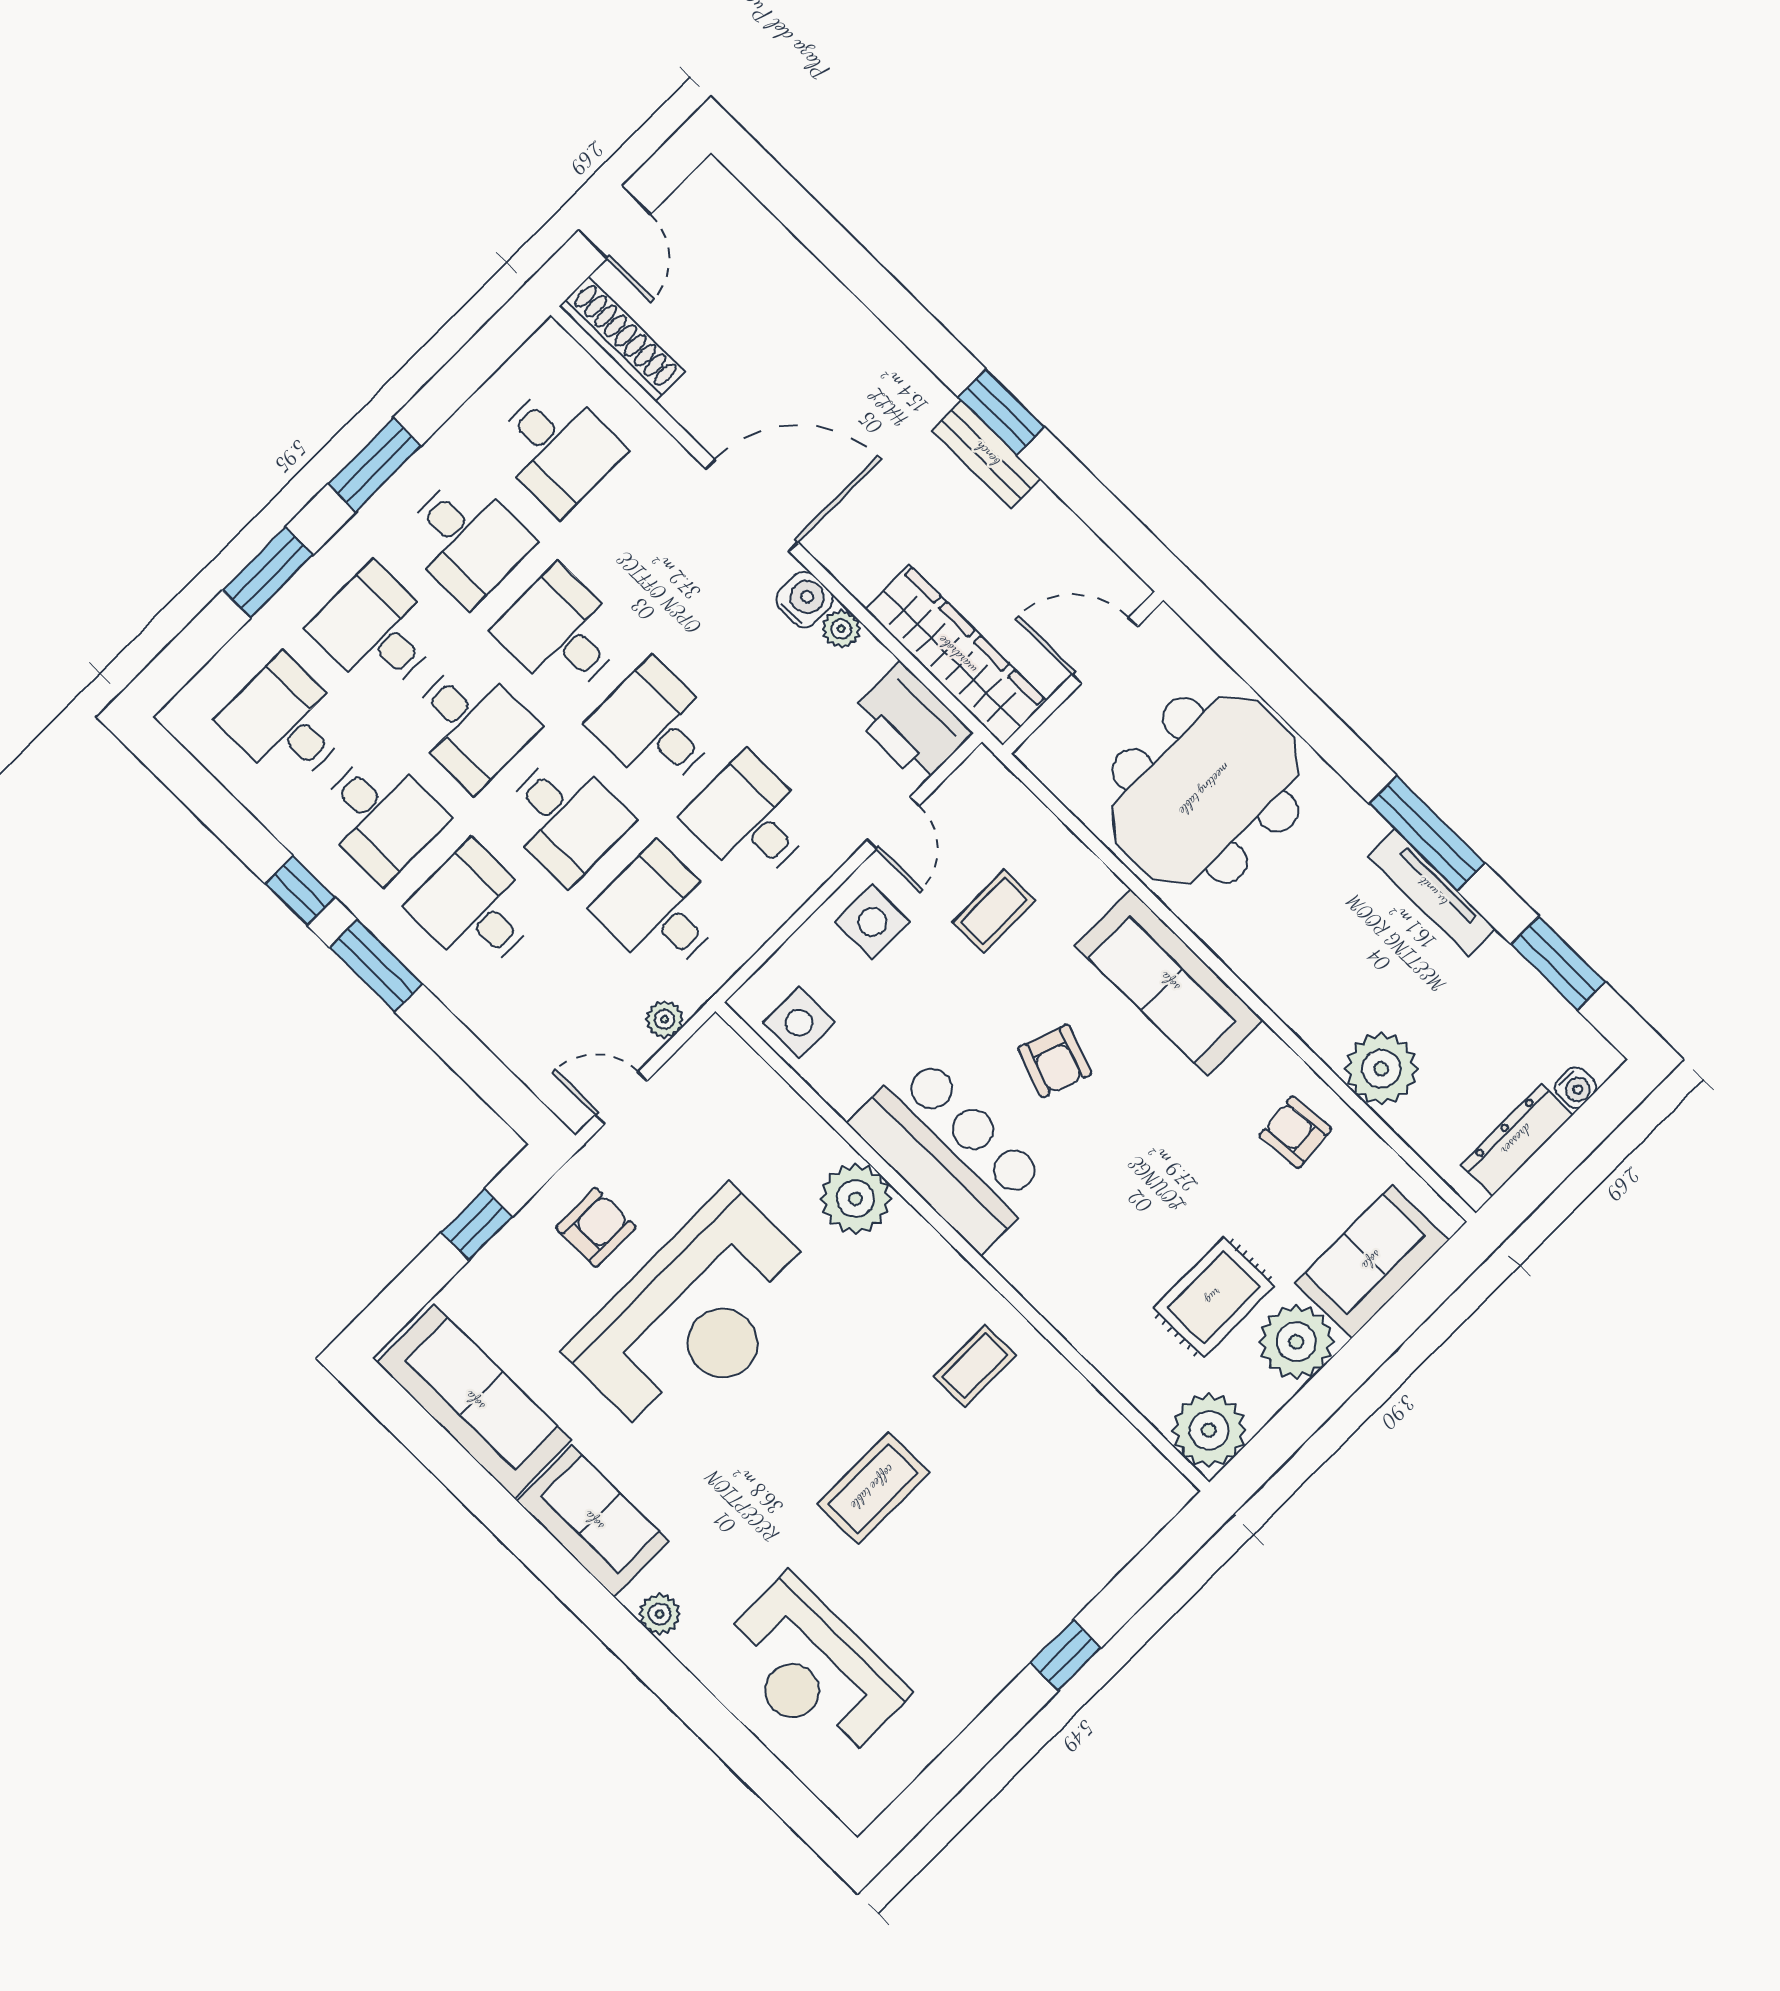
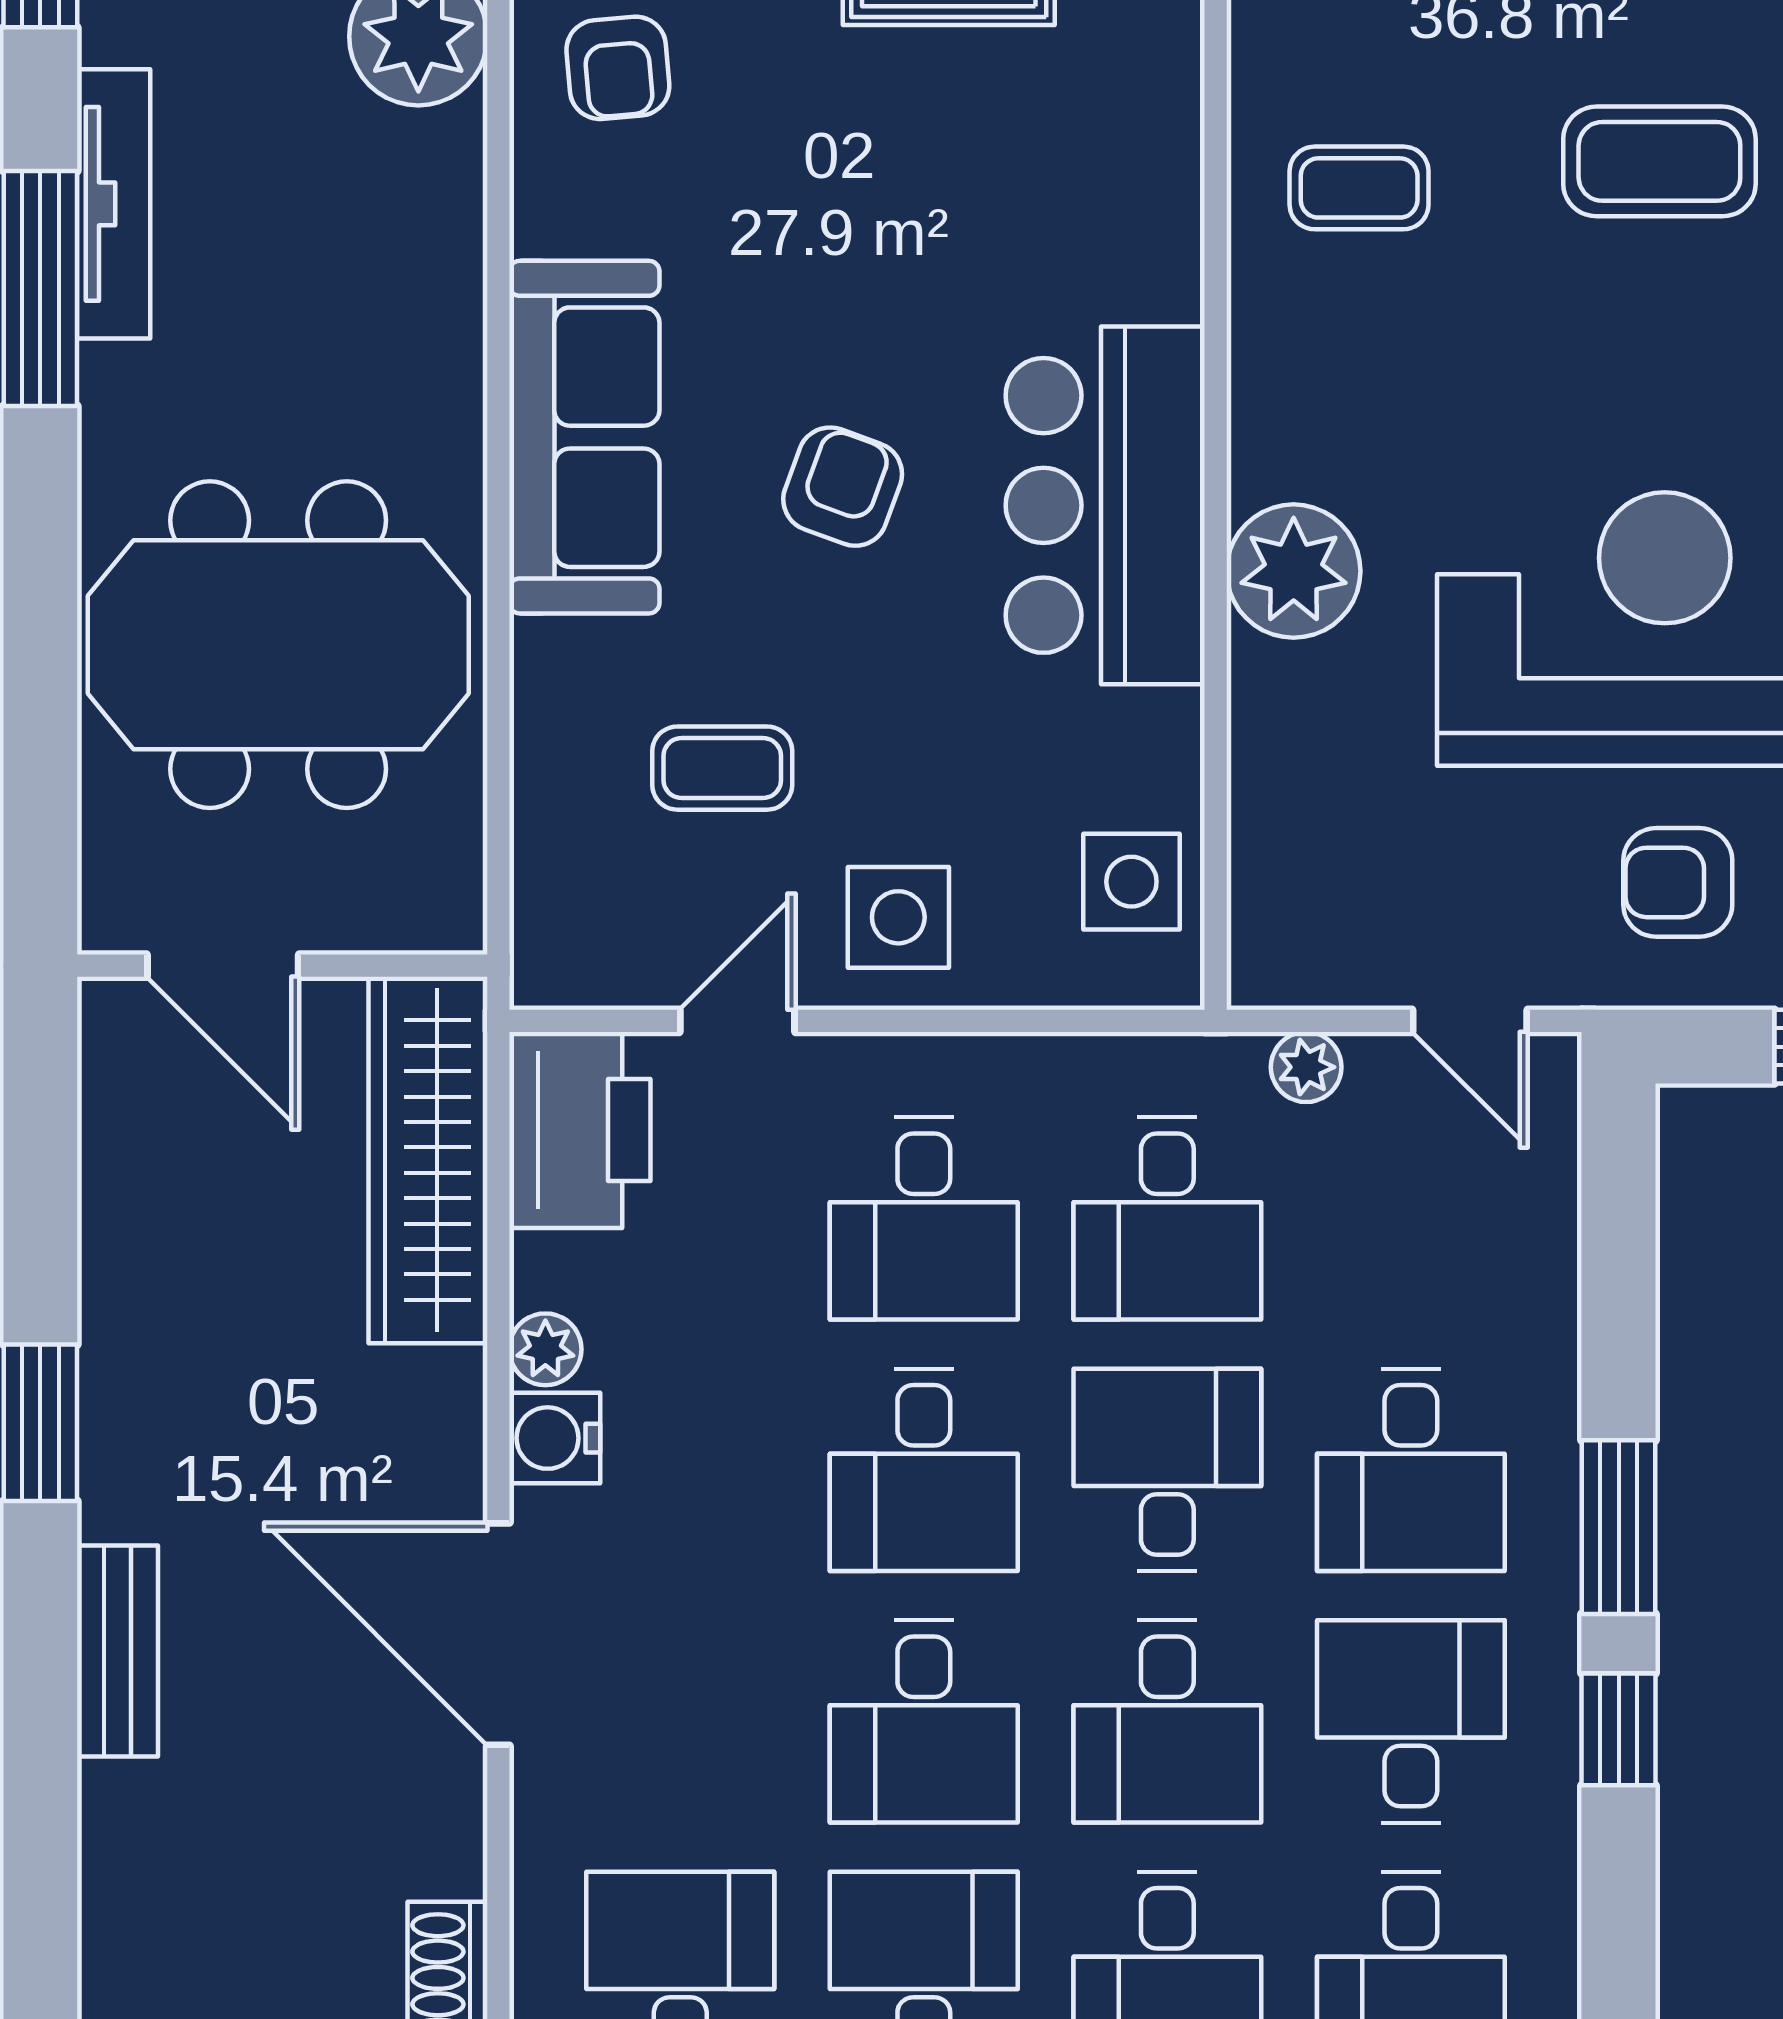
bench: (986, 454) -> (117, 1651), moved
desk: (471, 724) -> (1167, 1721), turned 180

